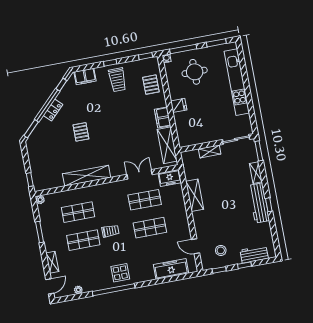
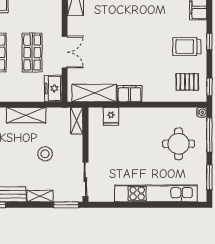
pallet: (151, 85) -> (187, 82), moved
fridge: (179, 105) -> (111, 116), moved
shelving: (210, 151) -> (77, 121), moved
stool: (222, 175) -> (45, 154), added

